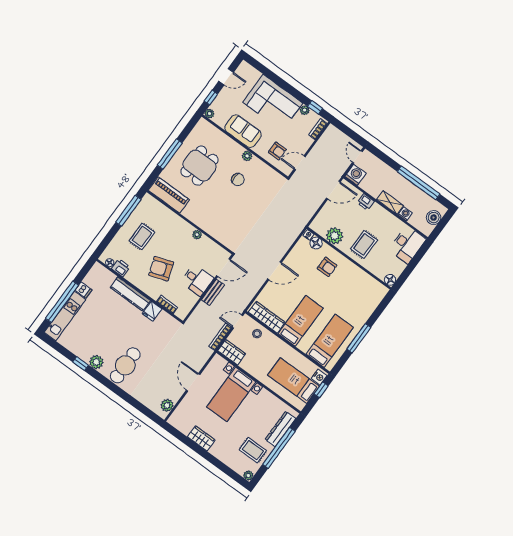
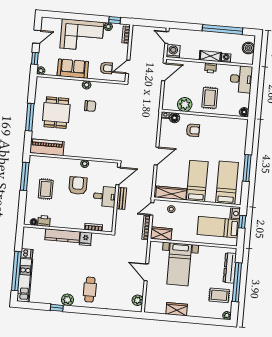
printer: (366, 202) -> (211, 68), moved
armchair: (161, 269) -> (78, 186), moved, turned 109
cafe table: (125, 365) -> (90, 290), width x0.73, depth x0.74

